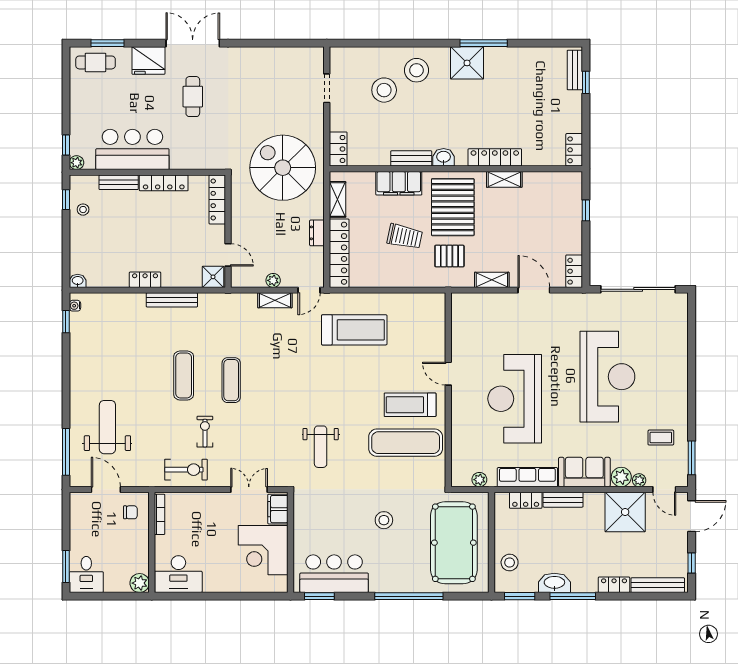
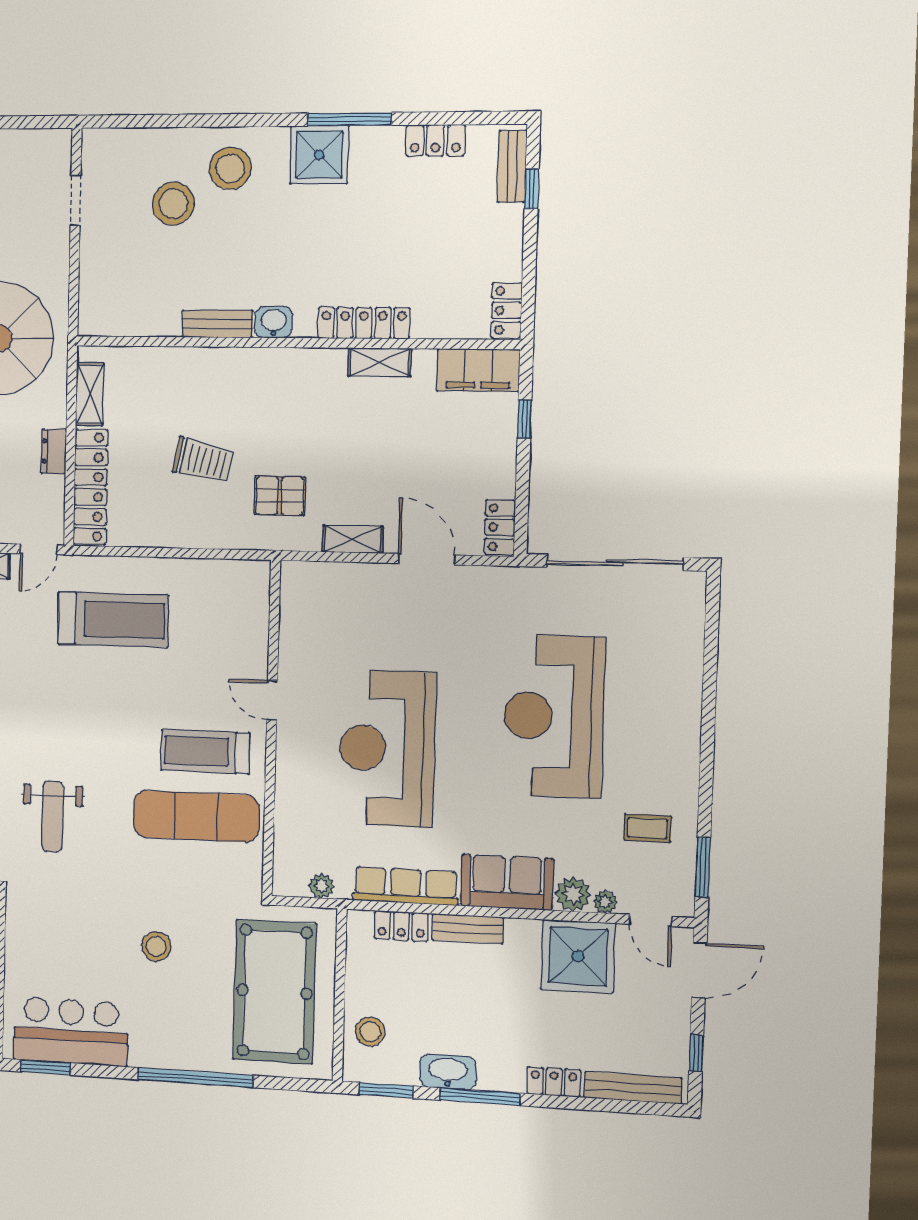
locker: (338, 149) -> (435, 140), moved, turned 90
filing cabinet: (399, 183) -> (478, 370), moved
pallet: (453, 207) -> (288, 410), removed
reception desk: (607, 377) -> (554, 716), turned 180

